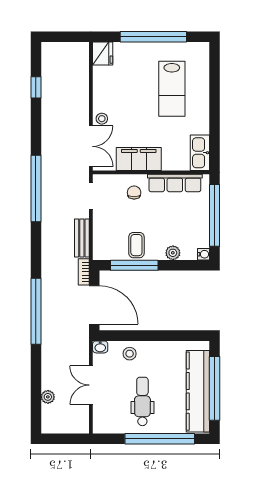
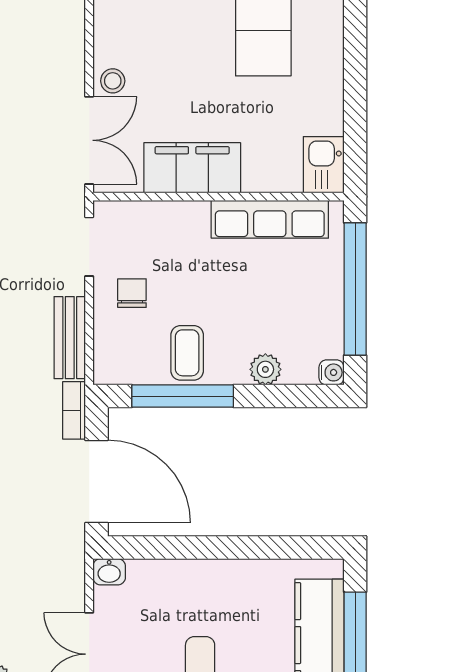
kitchen sink: (200, 153) -> (324, 165), width x0.73
chair: (134, 192) -> (132, 293), moved
stool: (130, 354) -> (172, 586), removed

